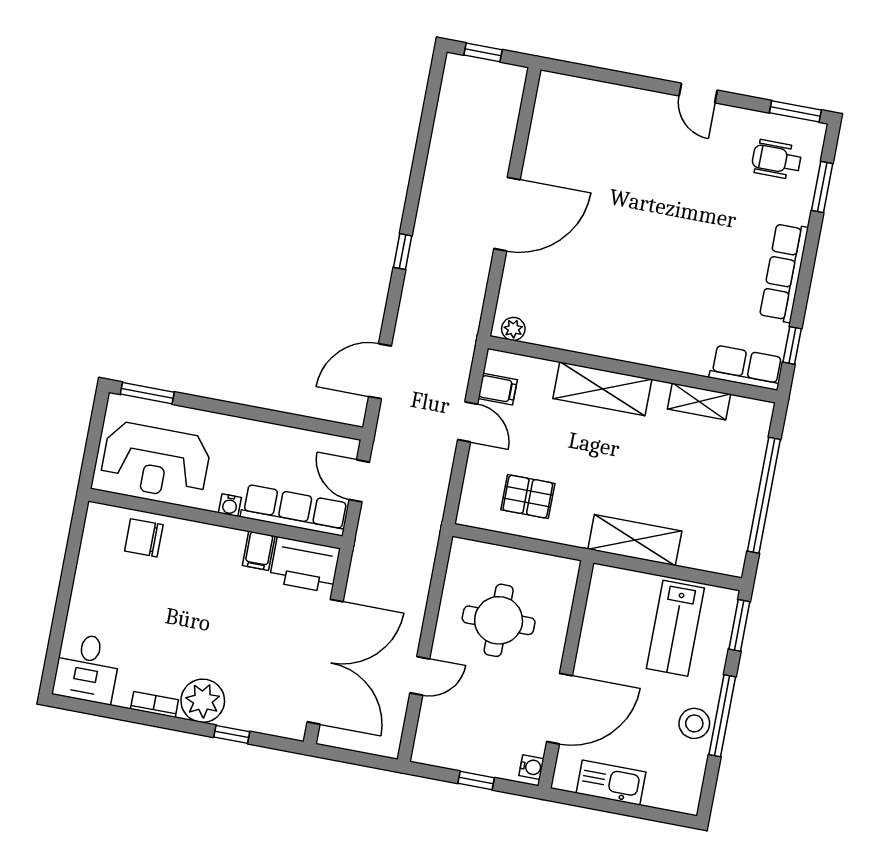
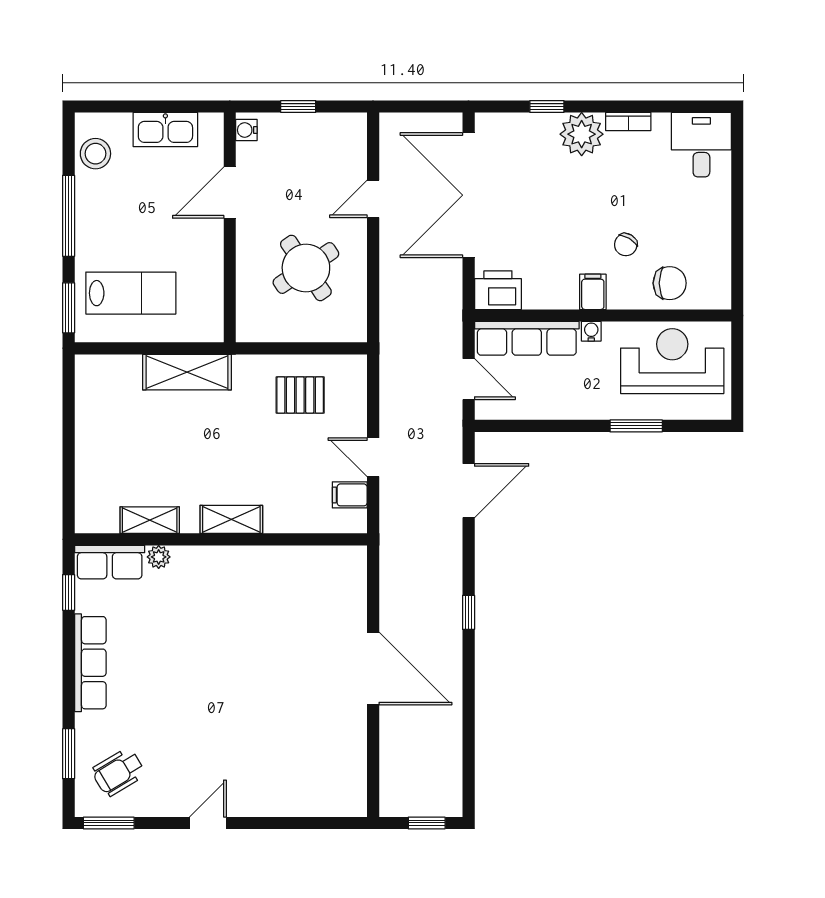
door: (698, 93) -> (208, 823), hinge flipped
wheelchair: (777, 160) -> (118, 772), turned 149
door: (507, 214) -> (373, 669), swing flipped
plant: (513, 329) -> (159, 557), moved
shelving: (602, 389) -> (231, 519), width x0.67, depth x0.75
window: (147, 393) -> (636, 426), moved
window: (764, 495) -> (69, 440), removed
filing cabinet: (259, 551) -> (593, 292), moved
printer: (305, 565) -> (498, 290), width x0.73, depth x0.84
chair: (180, 584) -> (626, 245), added
round table: (499, 620) -> (306, 268), turned -34
lab bench: (675, 628) -> (131, 293), turned 90
door: (559, 709) -> (230, 193), width x0.73
stool: (694, 723) -> (95, 154), moved

